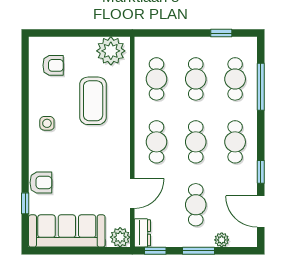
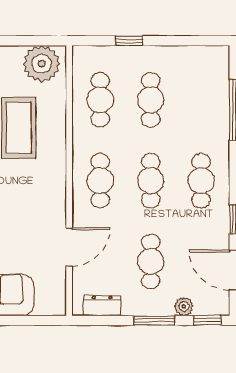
window: (221, 33) -> (129, 41), moved
cafe table: (235, 79) -> (201, 100), removed
dresser: (142, 233) -> (102, 306), moved, turned -90
plant: (120, 237) -> (54, 303), removed
window: (155, 251) -> (207, 320), moved

